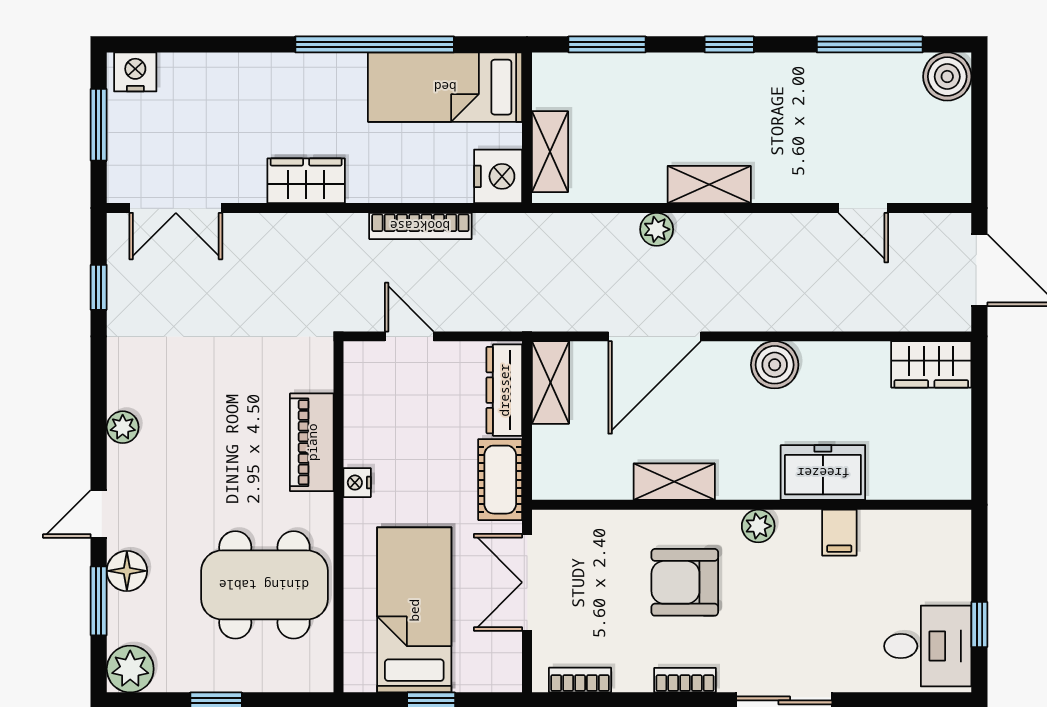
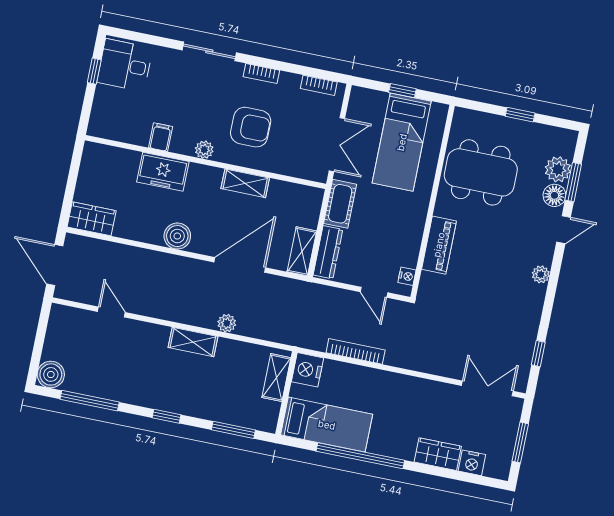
nightstand: (135, 72) -> (472, 463), moved
wardrobe: (306, 181) -> (438, 454), moved, turned 180
nightstand: (357, 483) -> (407, 276), moved
plant: (130, 669) -> (558, 169), moved

